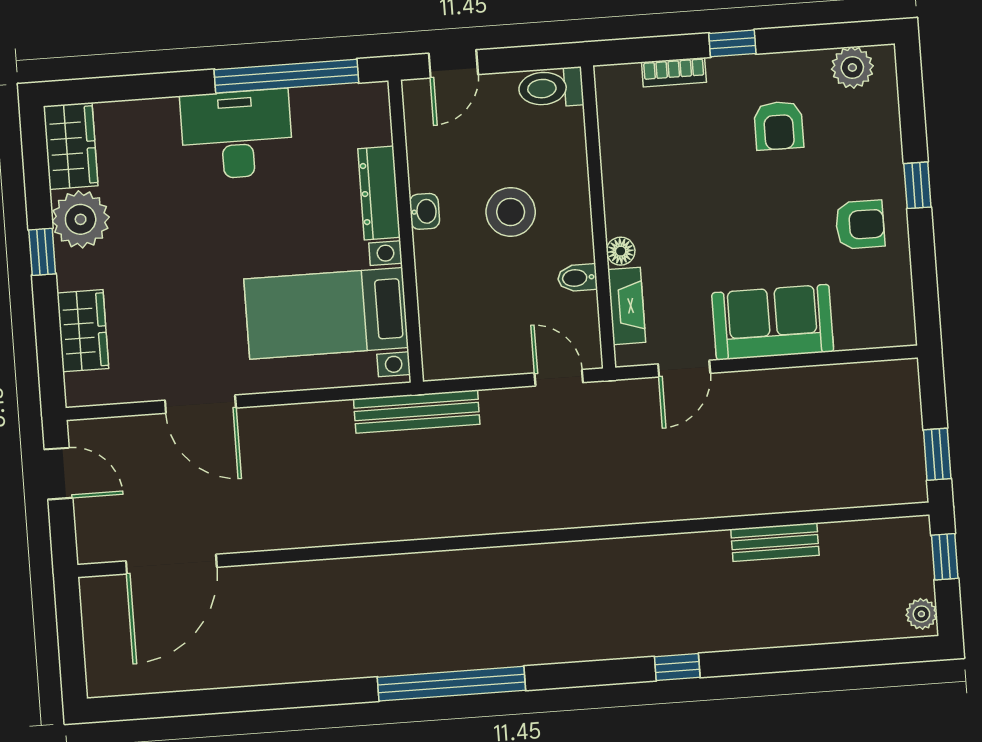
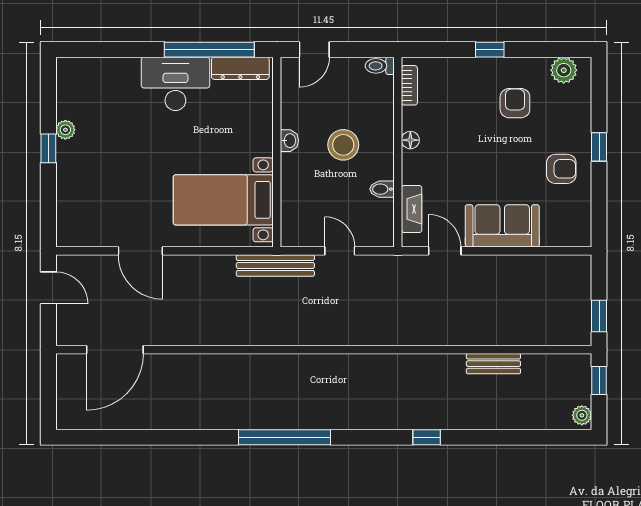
bookcase: (674, 72) -> (409, 85), moved, turned -90
toilet: (551, 88) -> (380, 66), width x0.73, depth x0.72
armchair: (779, 126) -> (515, 103), turned 180
wardrobe: (71, 146) -> (71, 83), removed
dresser: (379, 193) -> (240, 68), moved, turned -90
plant: (81, 219) -> (65, 130), width x0.53, depth x0.53
floor lamp: (621, 251) -> (410, 140), moved
wardrobe: (83, 331) -> (70, 199), removed
door: (684, 369) -> (445, 251), swing flipped
door: (559, 378) -> (340, 251), moved

